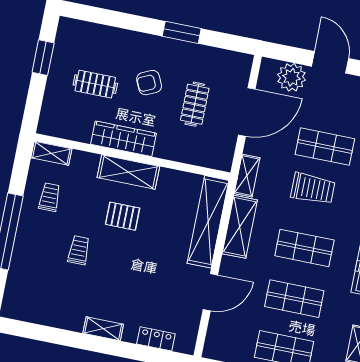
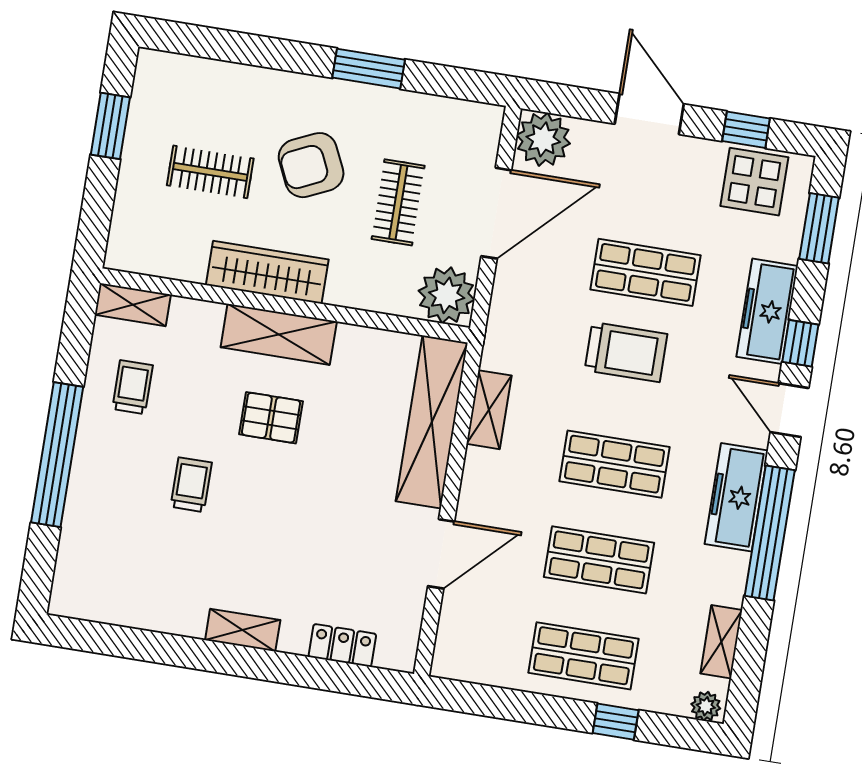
plant: (291, 77) -> (543, 139), moved
armchair: (149, 83) -> (311, 165), width x1.38, depth x1.38
plant: (219, 155) -> (447, 295), added
shelving: (247, 176) -> (502, 333), removed
shelving: (240, 227) -> (489, 410), width x0.67, depth x0.75

